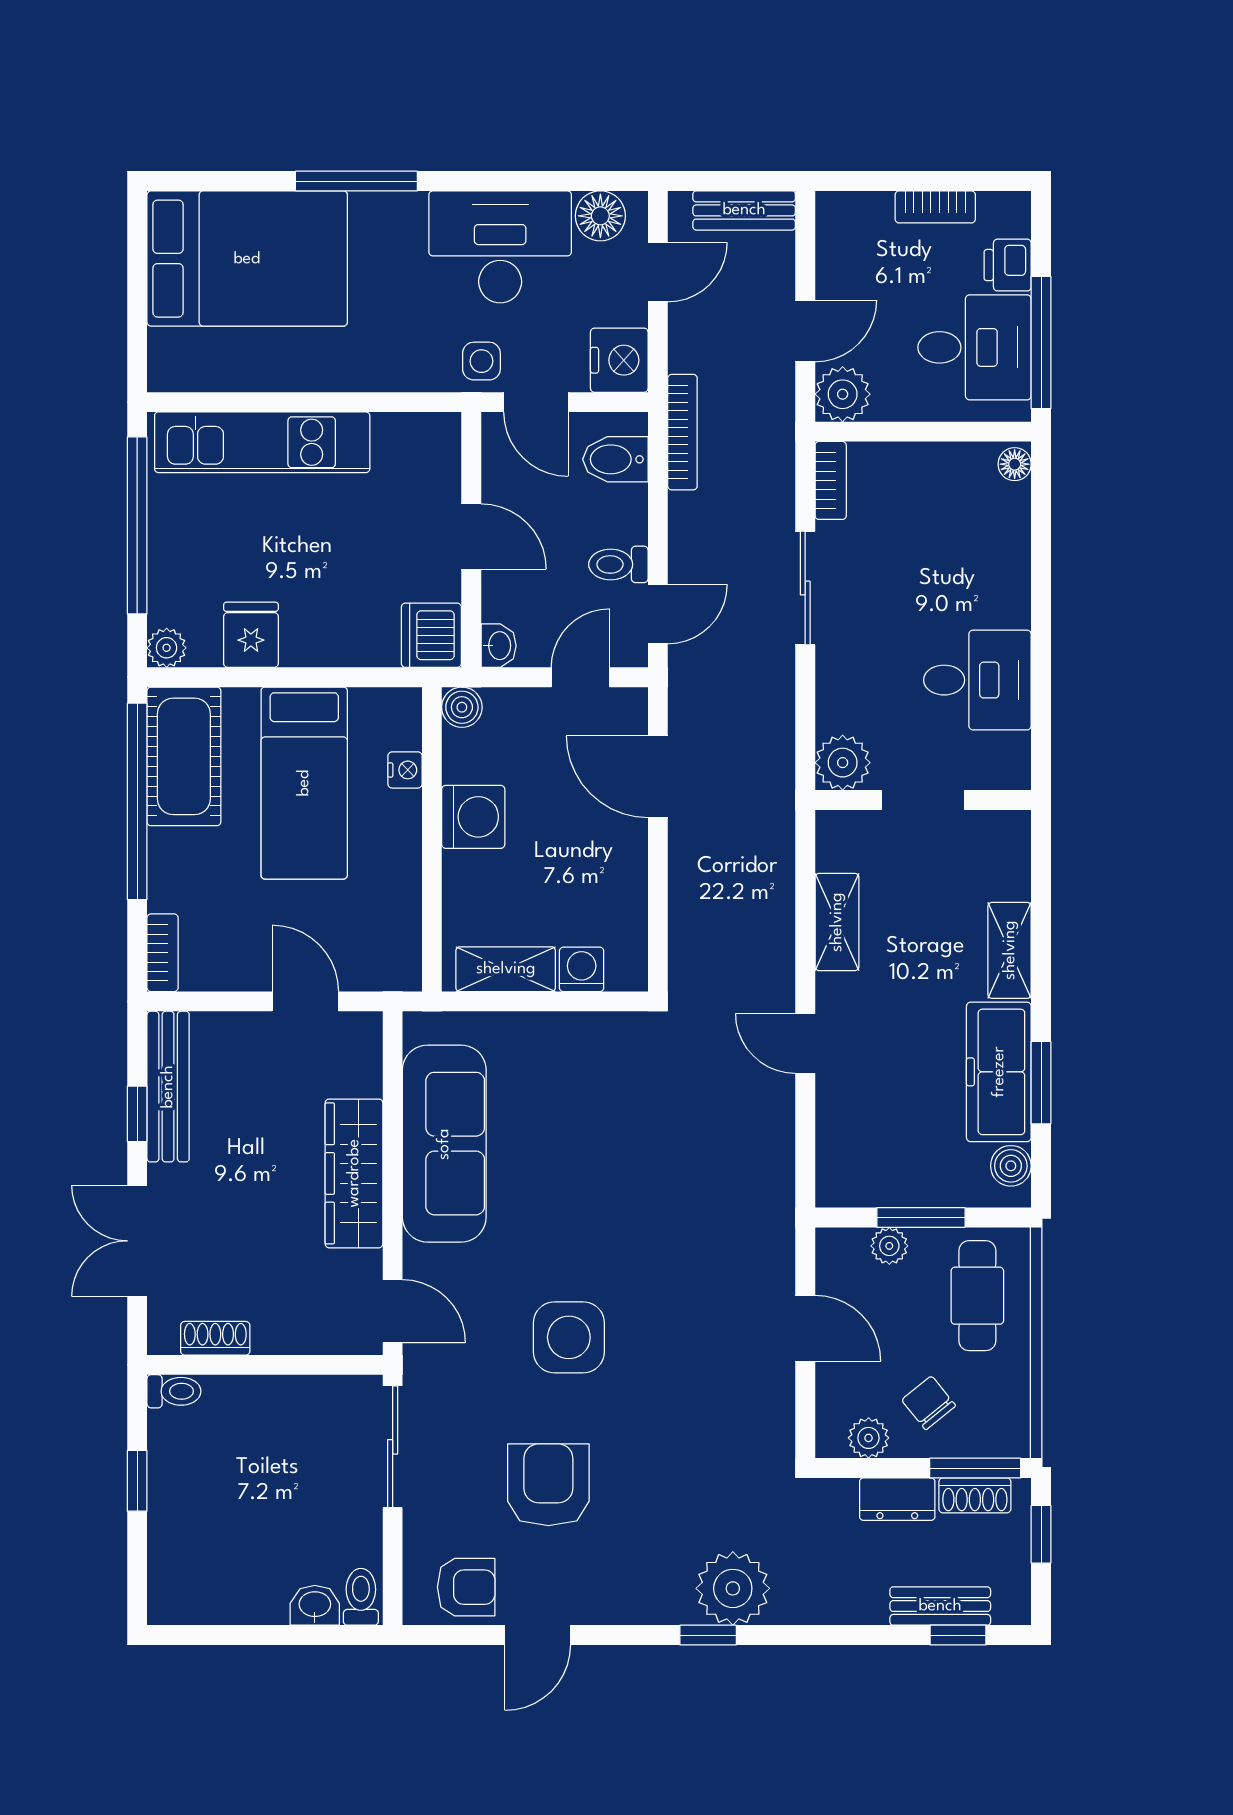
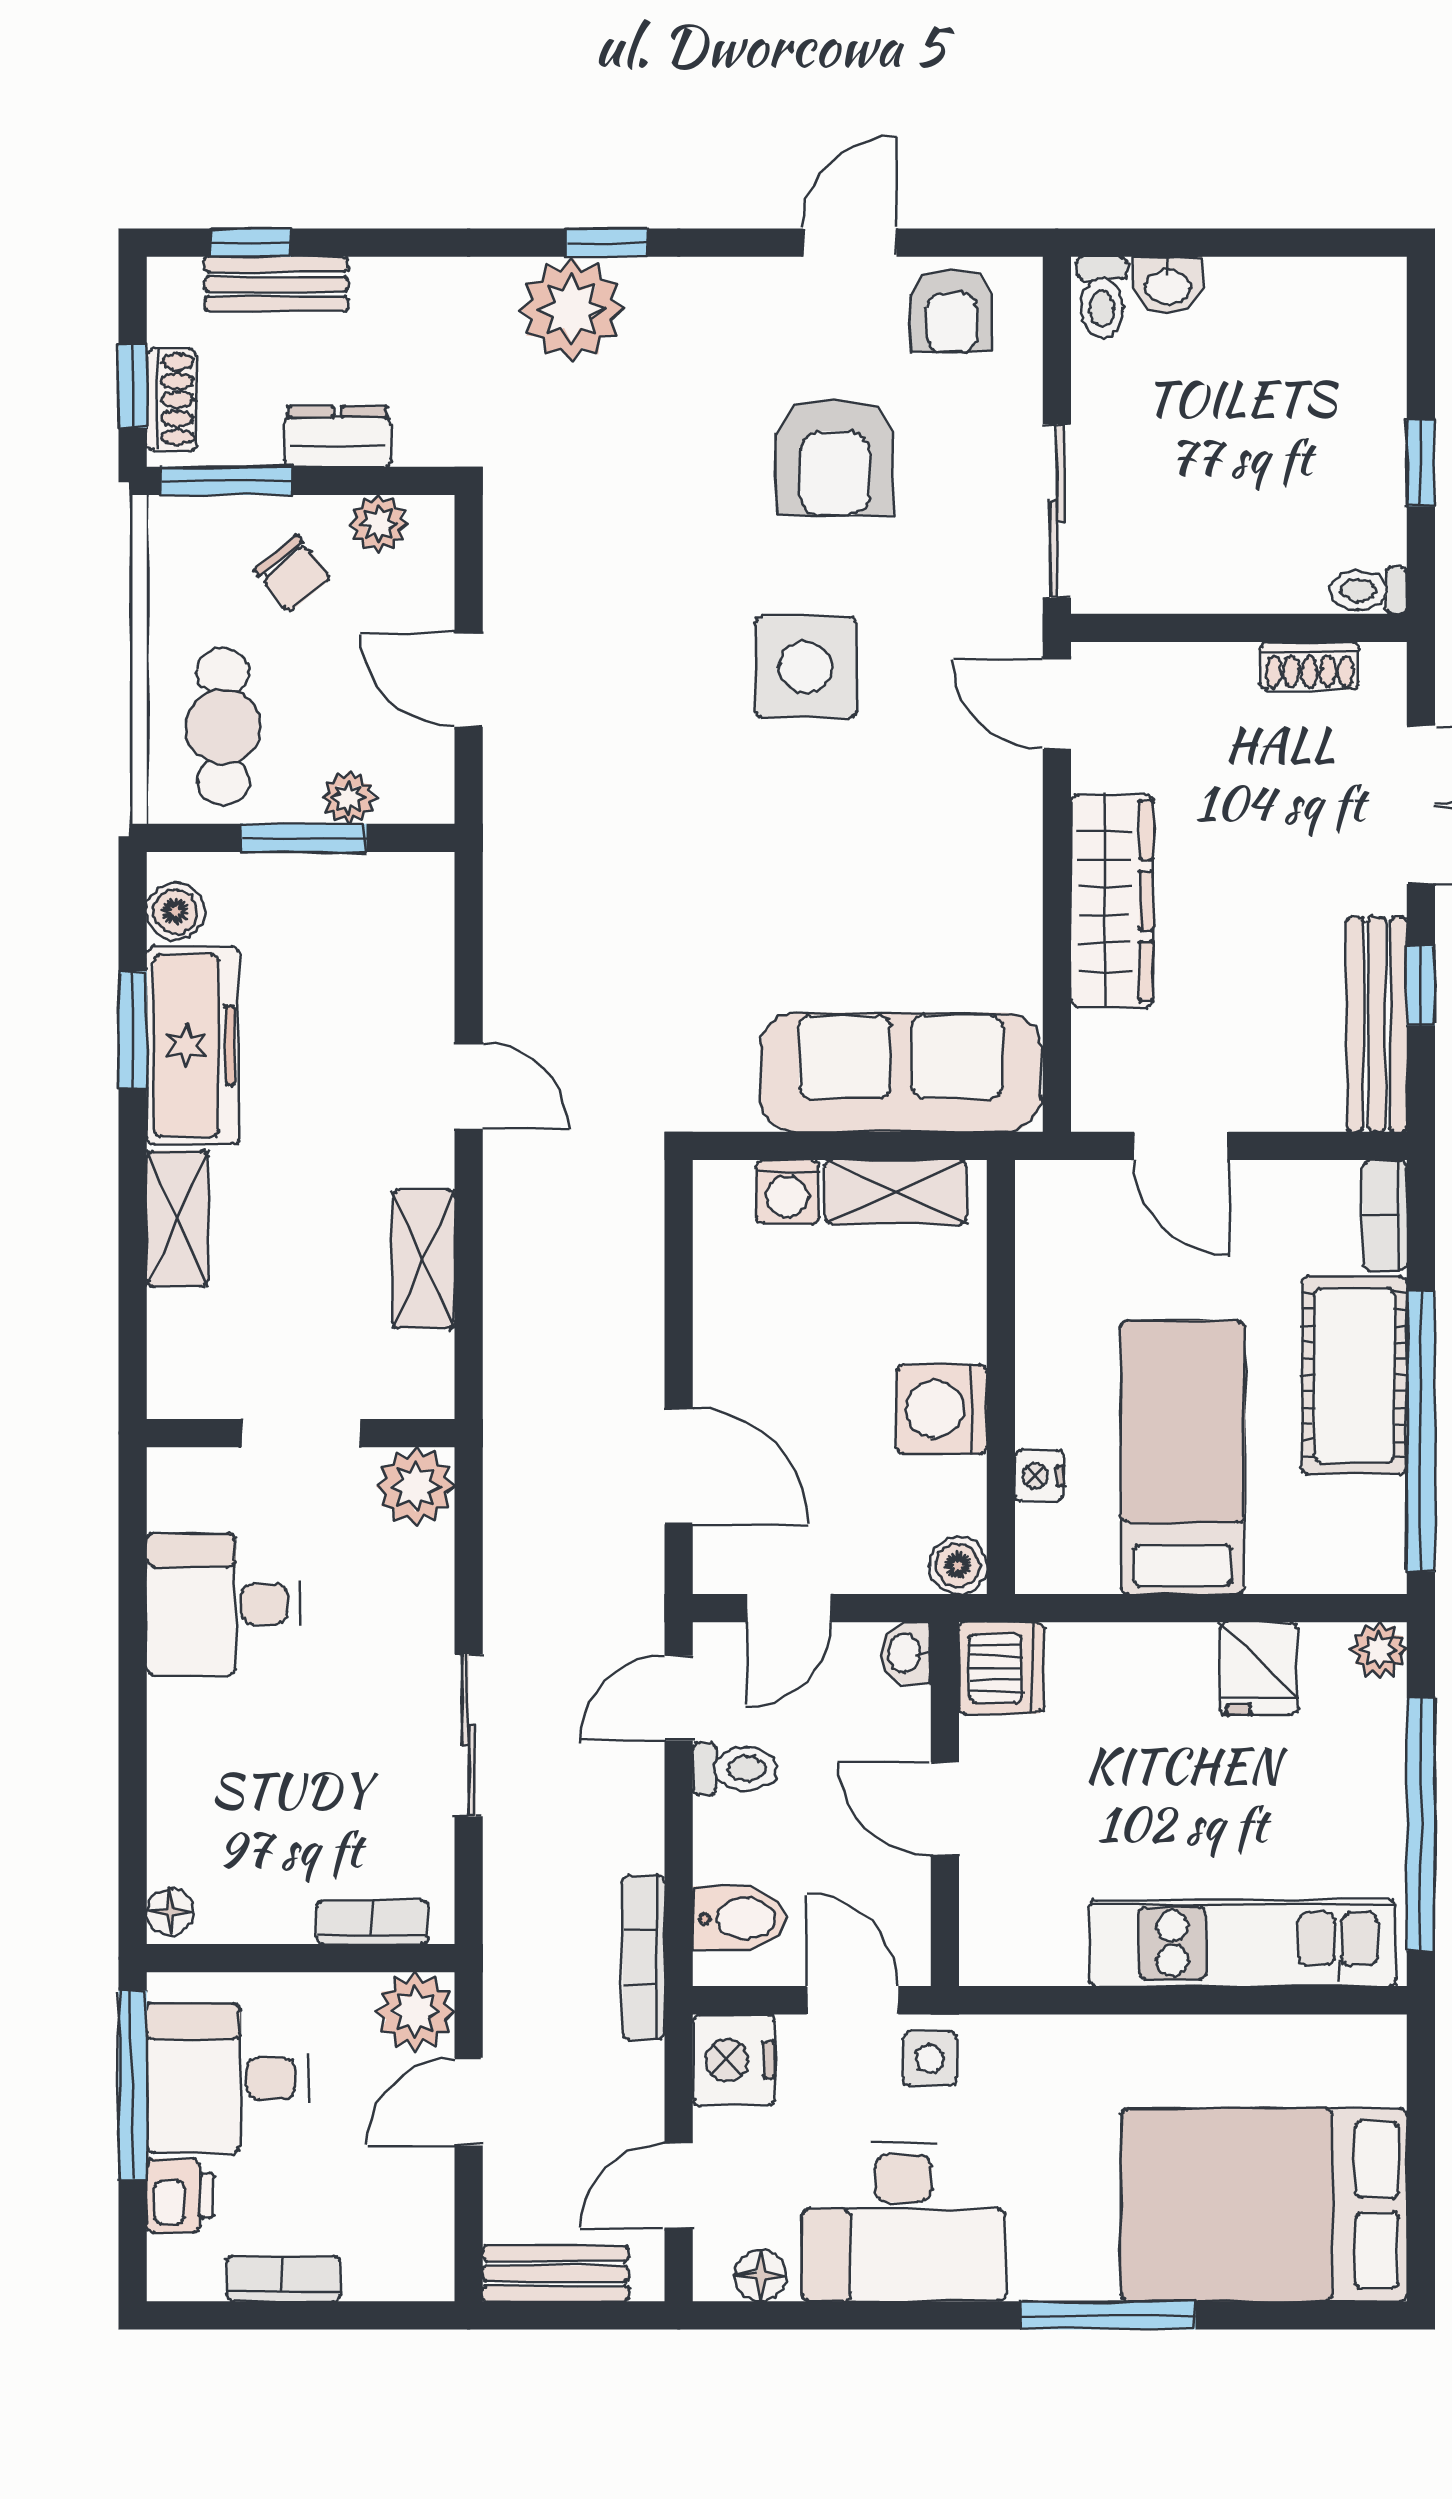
floor lamp: (600, 216) -> (761, 2275), width x0.73, depth x0.73
bookcase: (831, 480) -> (372, 1922), moved, turned 90
cot: (184, 756) -> (1354, 1375), moved
sofa: (444, 1144) -> (901, 1072), moved, turned 90
shoe rack: (975, 1495) -> (171, 400), moved, turned 90
armchair: (466, 1587) -> (952, 311), turned -90

